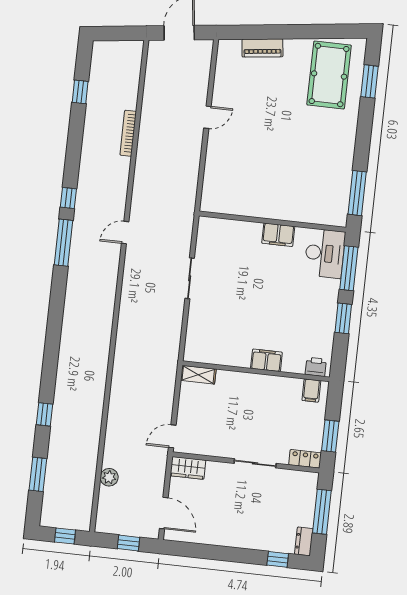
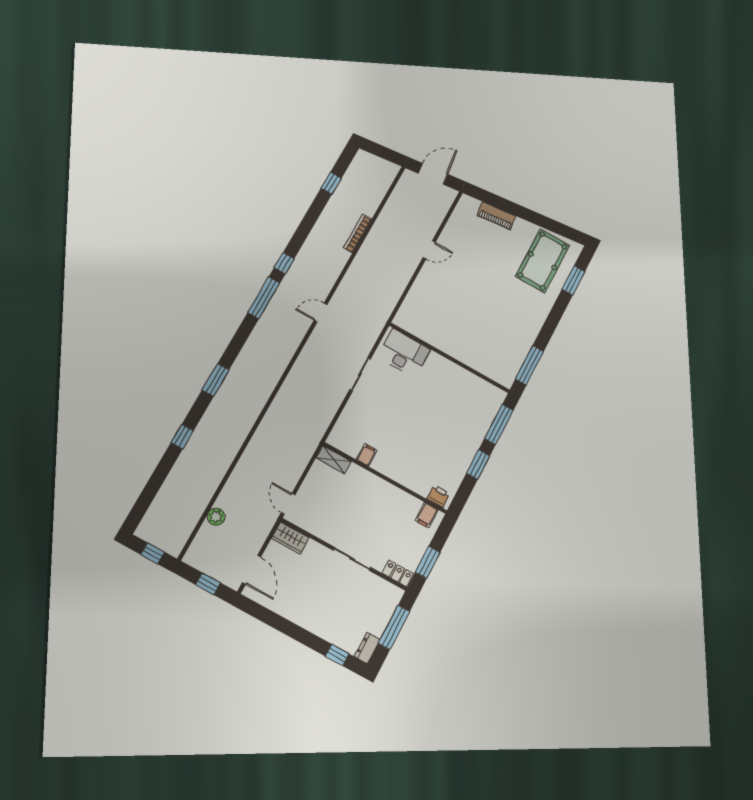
filing cabinet: (278, 235) -> (450, 371), removed
desk: (325, 253) -> (404, 353), moved, turned -90
filing cabinet: (266, 360) -> (367, 455), moved, width x0.50
door: (172, 436) -> (288, 504), hinge flipped
window: (38, 474) -> (216, 380), moved

